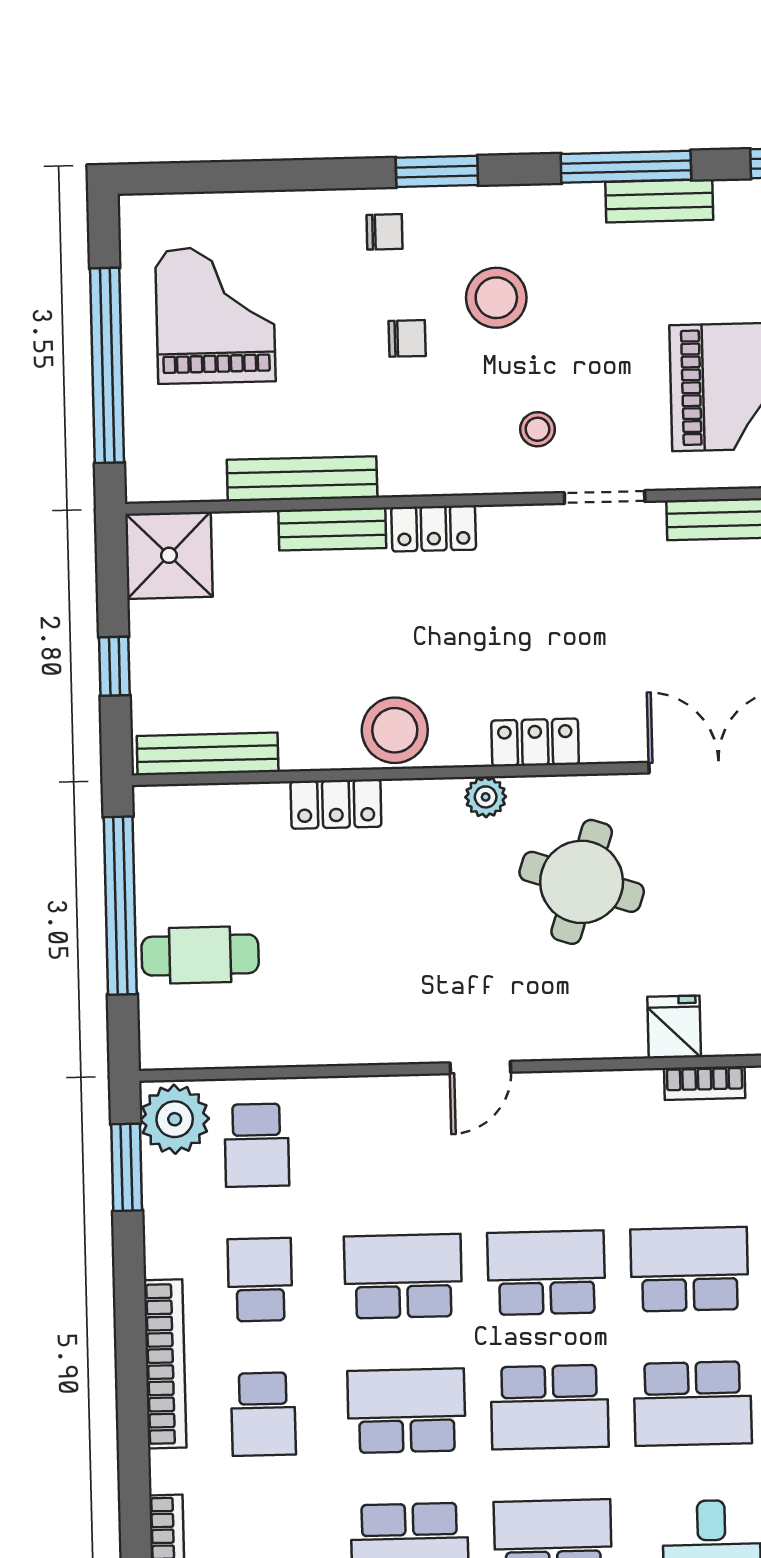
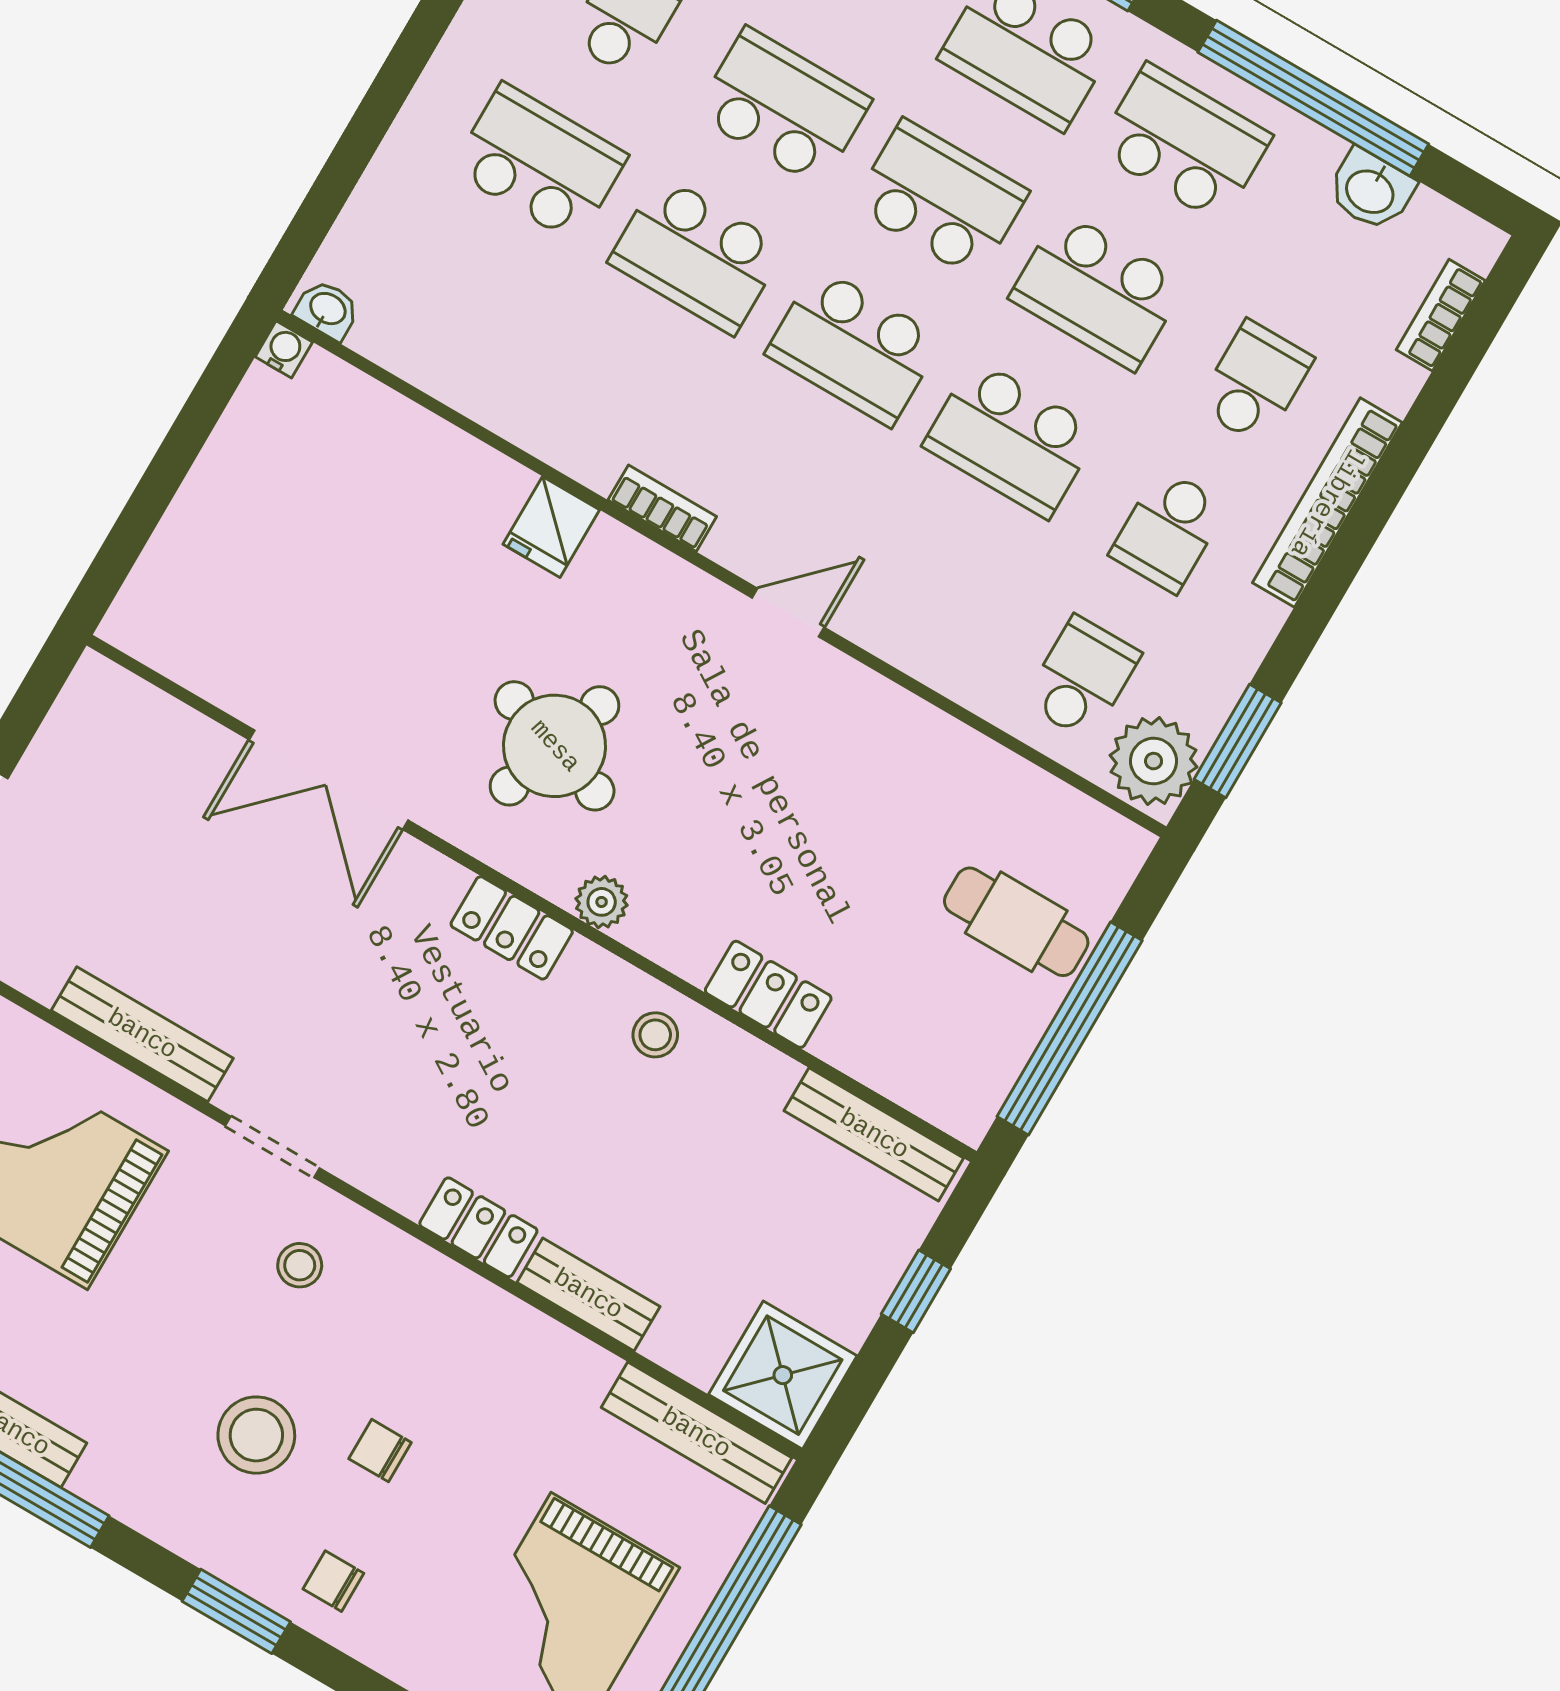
bench: (302, 479) -> (696, 1433), moved
stool: (395, 730) -> (655, 1035), width x0.53, depth x0.53
bookcase: (705, 1083) -> (662, 508), moved

